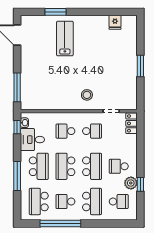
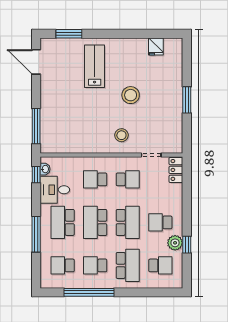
window: (55, 12) -> (69, 34), moved
stool: (94, 62) -> (131, 95), added
school desk: (39, 166) -> (63, 222), turned 180
school desk: (39, 201) -> (63, 265), width x0.54

